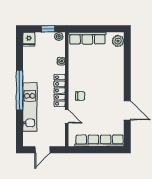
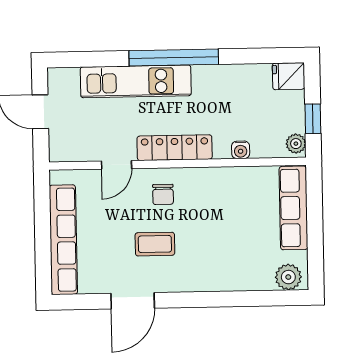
coffee table: (102, 100) -> (155, 244), added

